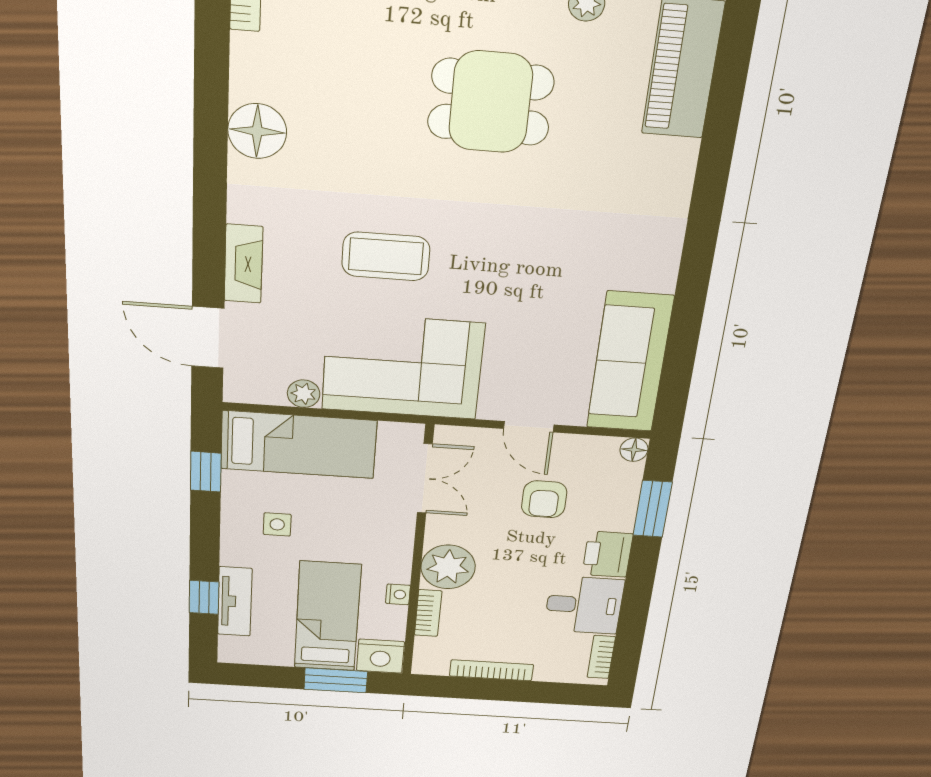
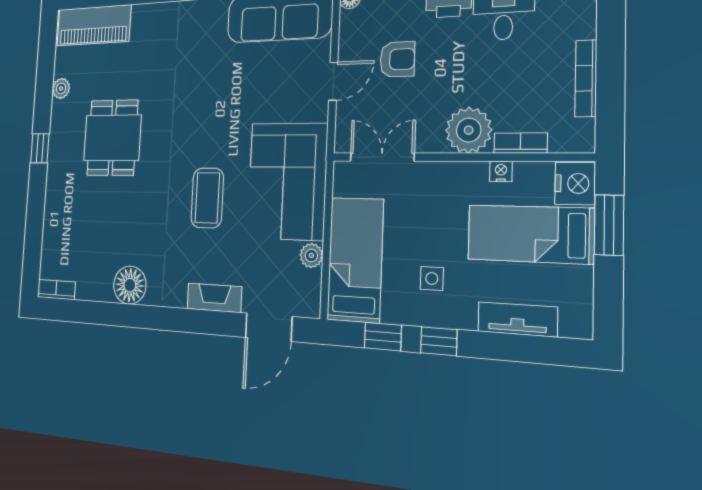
window: (204, 597) -> (439, 341), moved

